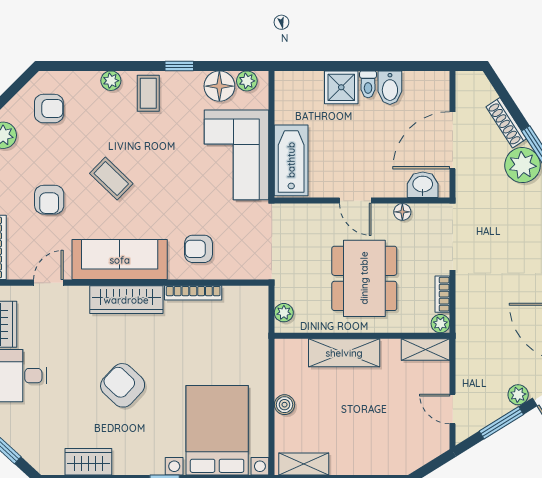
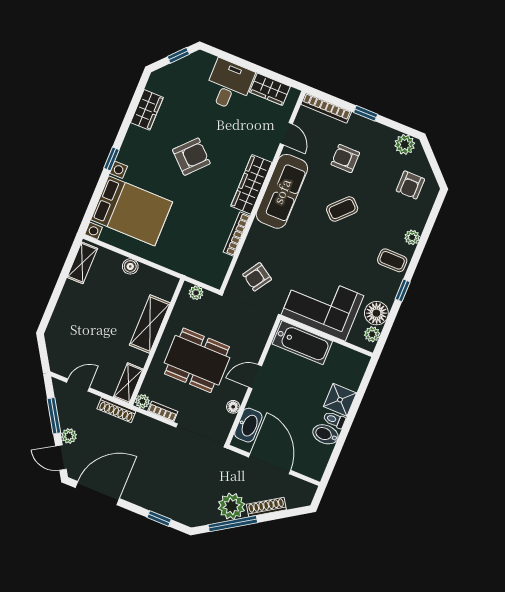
washbasin: (423, 185) -> (248, 425), width x1.38
armchair: (198, 249) -> (257, 277), moved, turned -147
shoe rack: (464, 350) -> (116, 410), added

